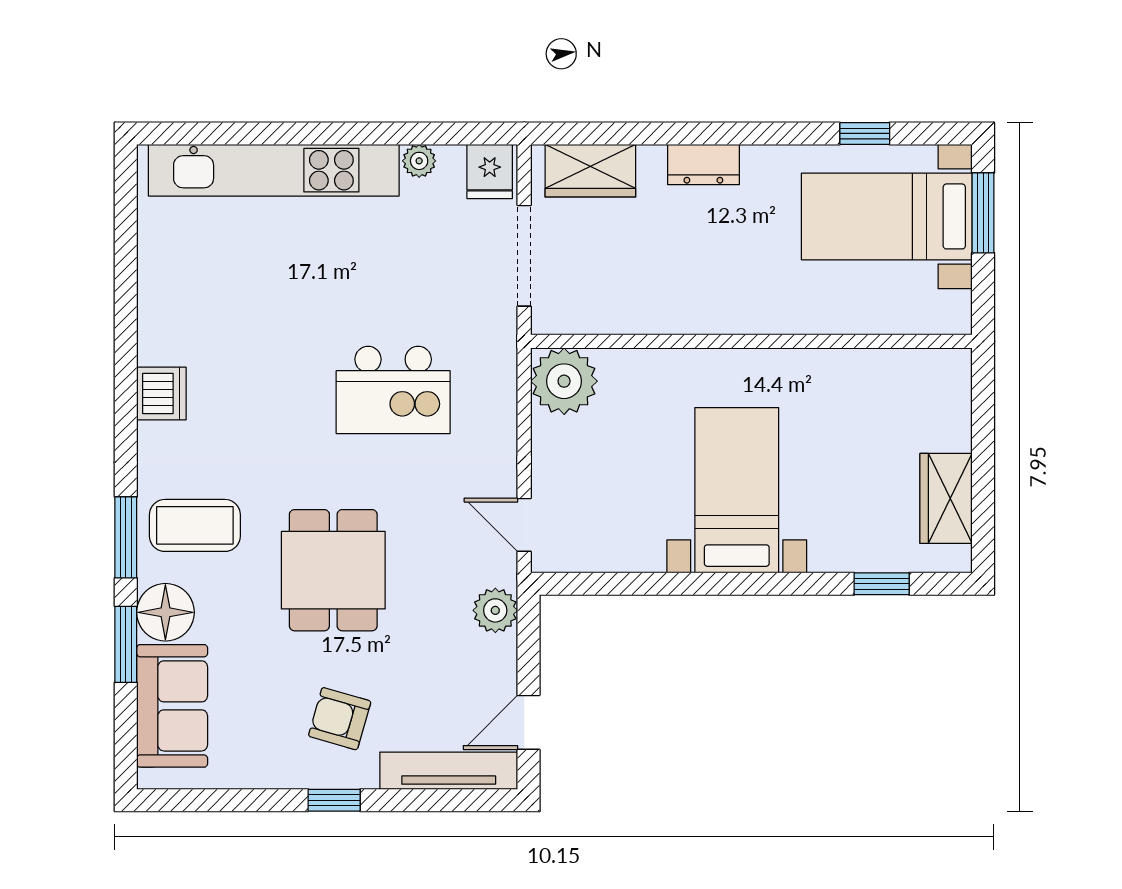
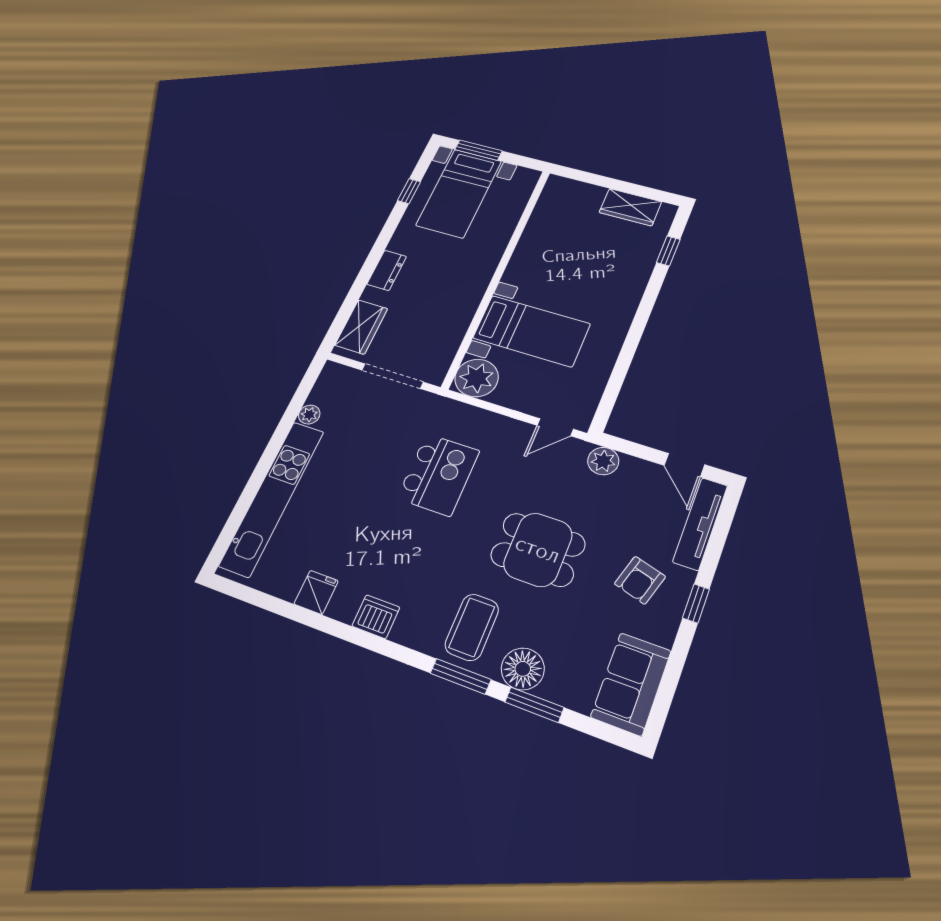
fridge: (490, 171) -> (316, 592), moved, turned -90
bed with nightstands: (737, 490) -> (531, 331), moved, turned 180
sofa: (172, 706) -> (631, 684), moved, turned -90

